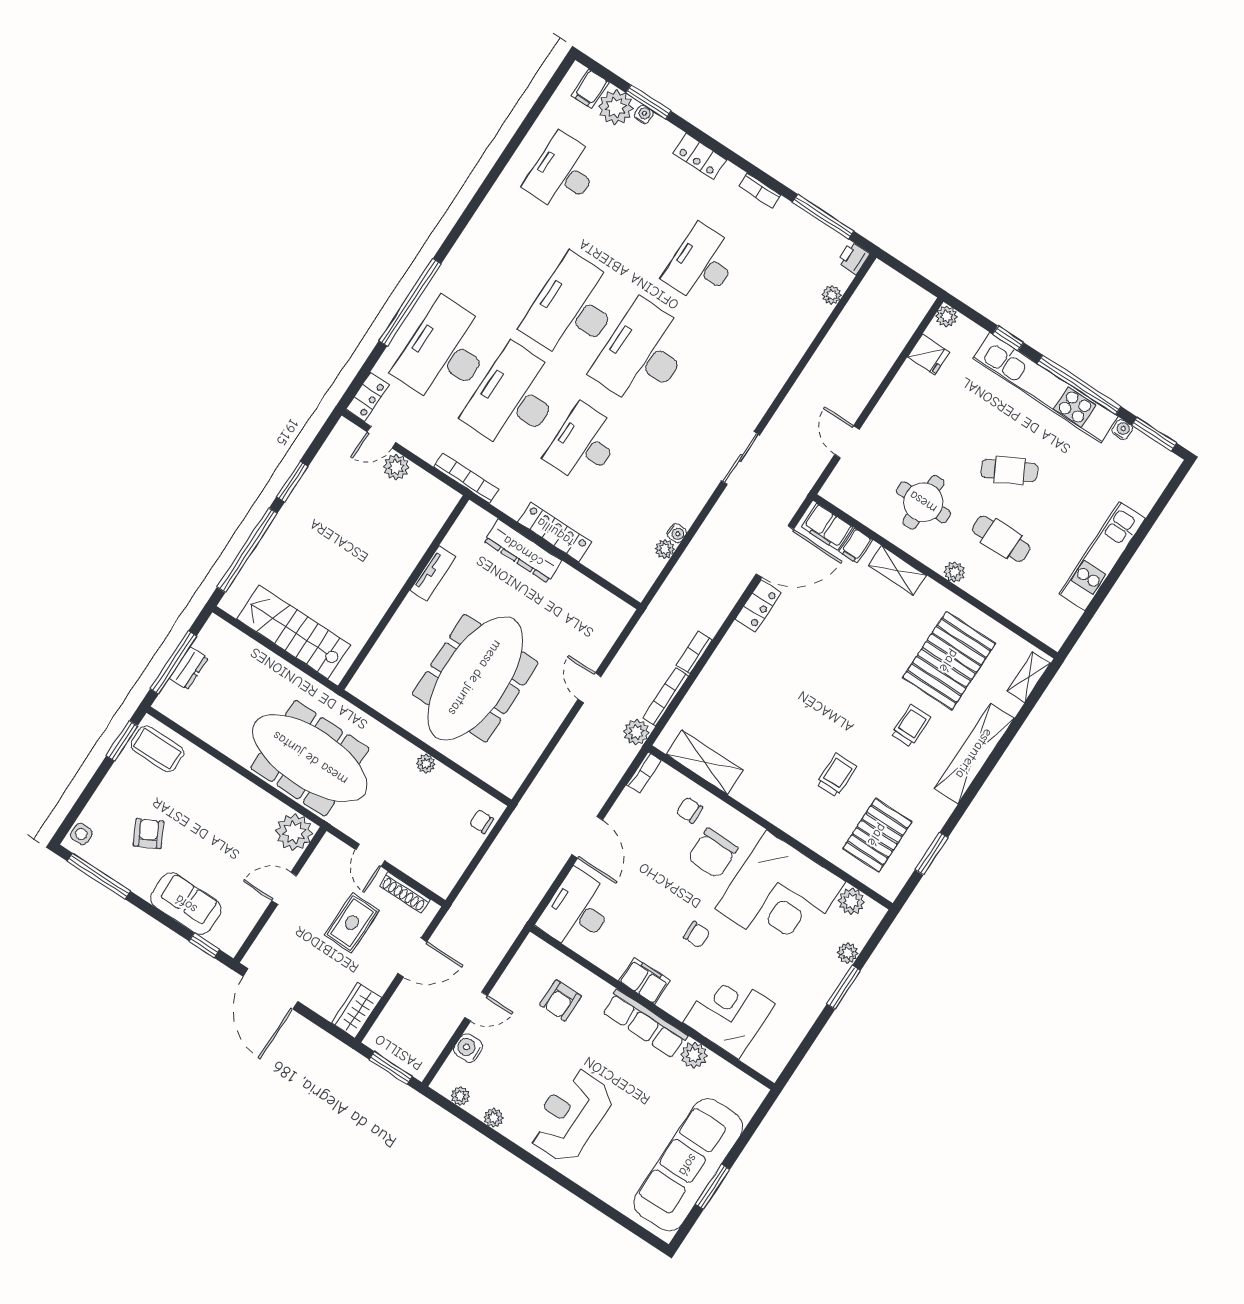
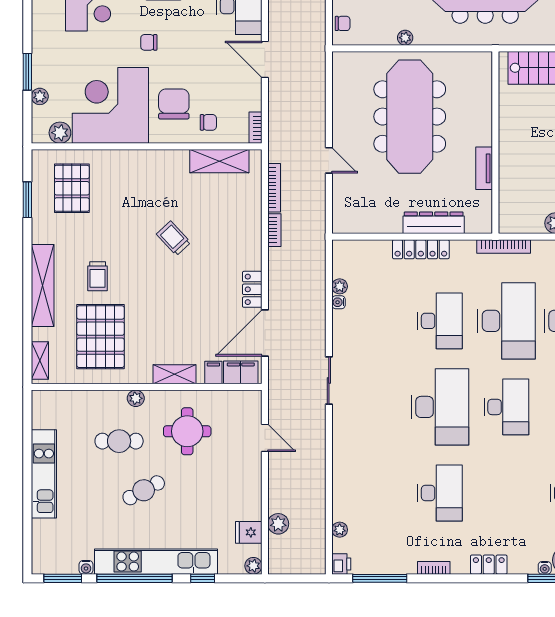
desk: (573, 309) -> (507, 407), width x0.73, depth x0.77
plant: (636, 732) -> (278, 524), moved
trolley: (836, 775) -> (174, 238), moved, turned 137

